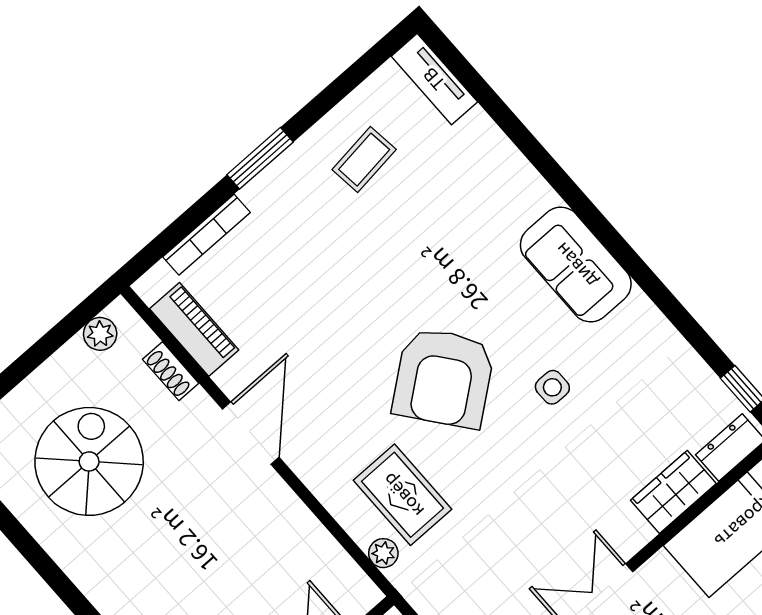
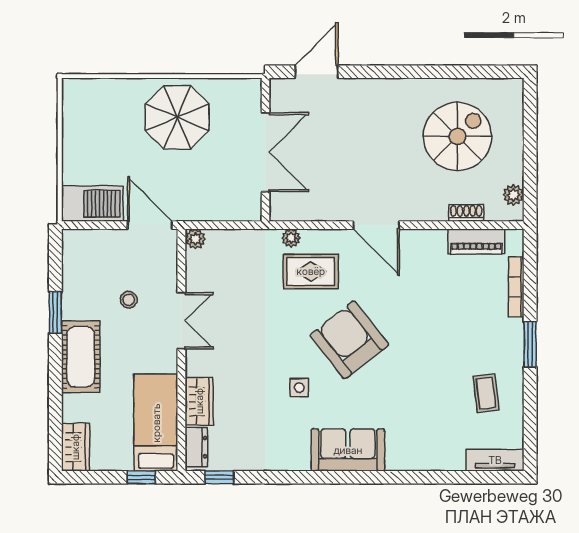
door: (251, 433) -> (376, 225), moved
spiral stairs: (89, 461) -> (457, 136), turned -90

